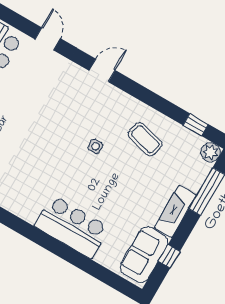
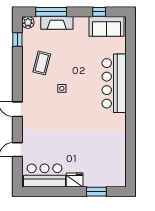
fireplace: (175, 211) -> (57, 23), moved
bar counter: (72, 227) -> (114, 83), width x1.36

